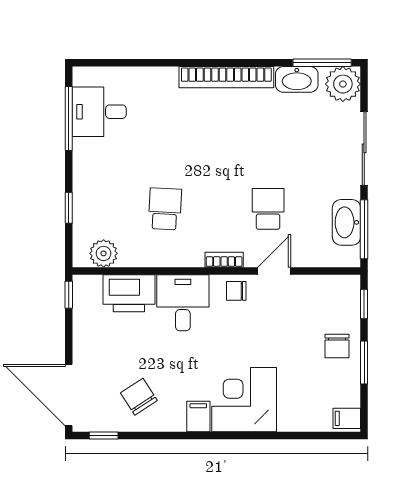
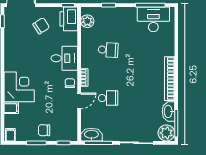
desk: (99, 112) -> (153, 19), width x1.37
washbasin: (346, 222) -> (91, 135), moved
door: (274, 271) -> (79, 101), hinge flipped
printer: (129, 293) -> (69, 19), moved
chair: (139, 397) -> (41, 26), moved
filing cabinet: (198, 417) -> (11, 108), moved

